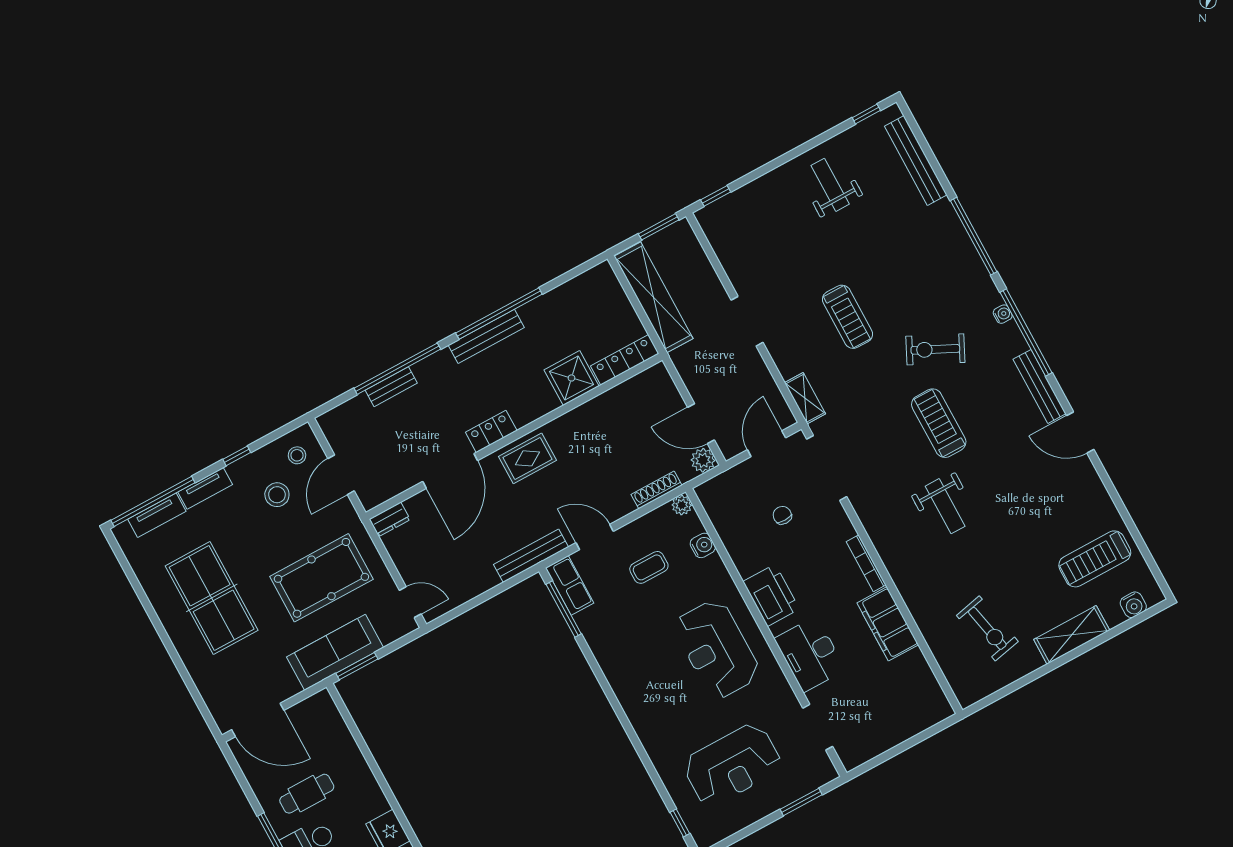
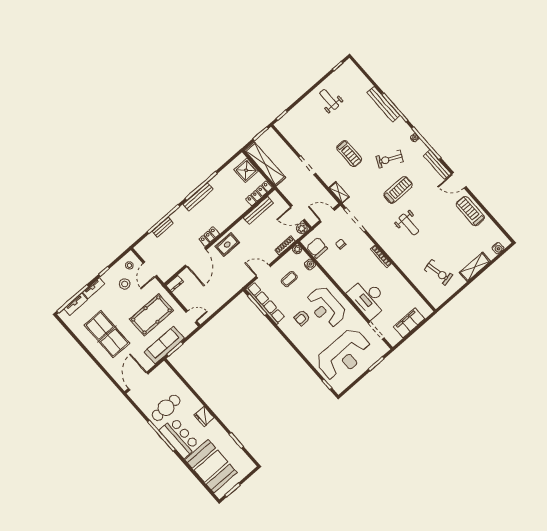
bench: (916, 160) -> (383, 104), moved
shower: (571, 378) -> (246, 170), moved
treadmill: (939, 423) -> (398, 190), turned 90
door: (766, 444) -> (327, 215), hinge flipped
chair: (727, 511) -> (317, 248), added
bench: (531, 556) -> (258, 210), moved
treadmill: (1095, 559) -> (470, 211), moved, turned 90
row of seats: (570, 585) -> (265, 303), width x2.02
printer: (771, 595) -> (344, 279), removed
filing cabinet: (888, 624) -> (409, 323), moved, turned 90
desk: (810, 654) -> (368, 298), width x1.36, depth x1.30
armchair: (658, 661) -> (302, 318), added
door: (258, 720) -> (138, 381), swing flipped
reception desk: (732, 765) -> (344, 355), width x1.36, depth x1.30
cafe table: (307, 794) -> (166, 408), width x1.37, depth x1.35

